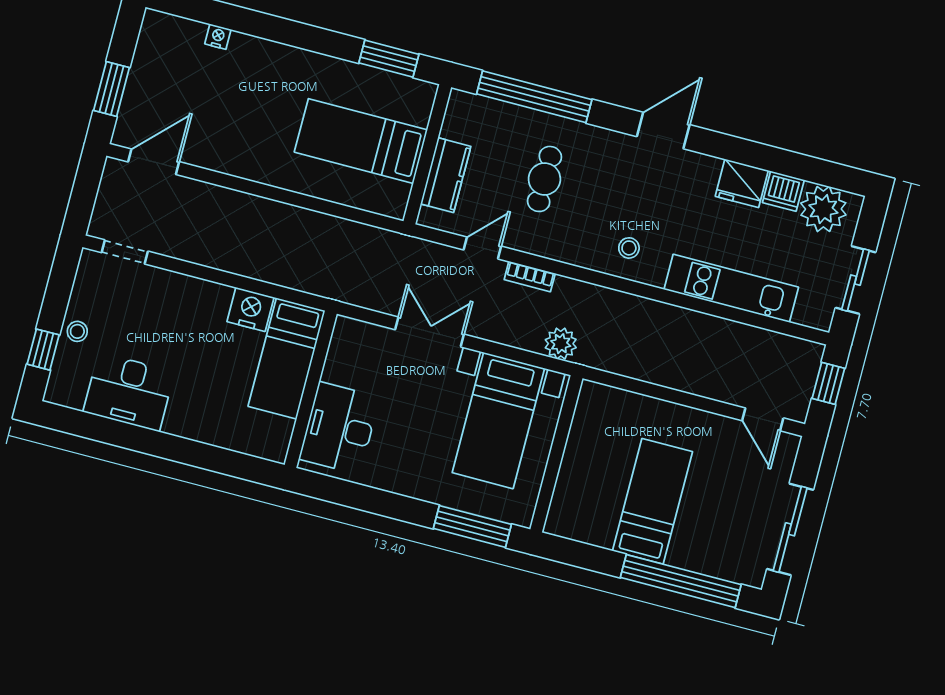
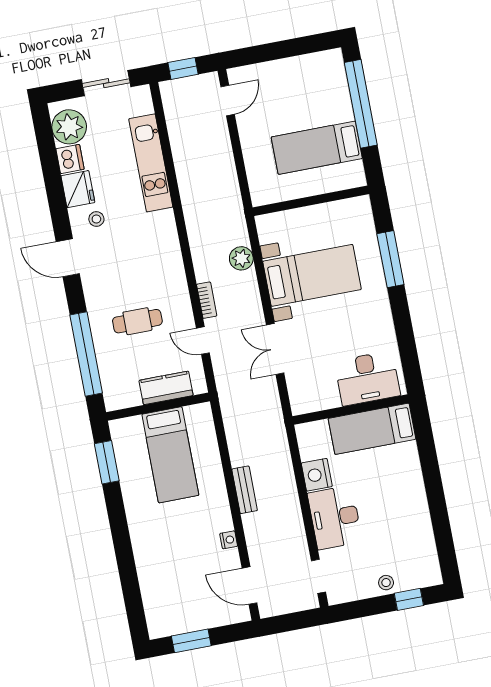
nightstand: (218, 37) -> (229, 540), moved, turned 180
window: (112, 89) -> (191, 641), moved
bench: (274, 212) -> (245, 490), added
stool: (629, 248) -> (96, 219), moved
bed: (287, 358) -> (372, 429), moved, turned 180
desk: (129, 392) -> (335, 517), moved, turned 180
wall: (556, 454) -> (311, 201), moved
sliding door: (790, 529) -> (292, 48), removed

